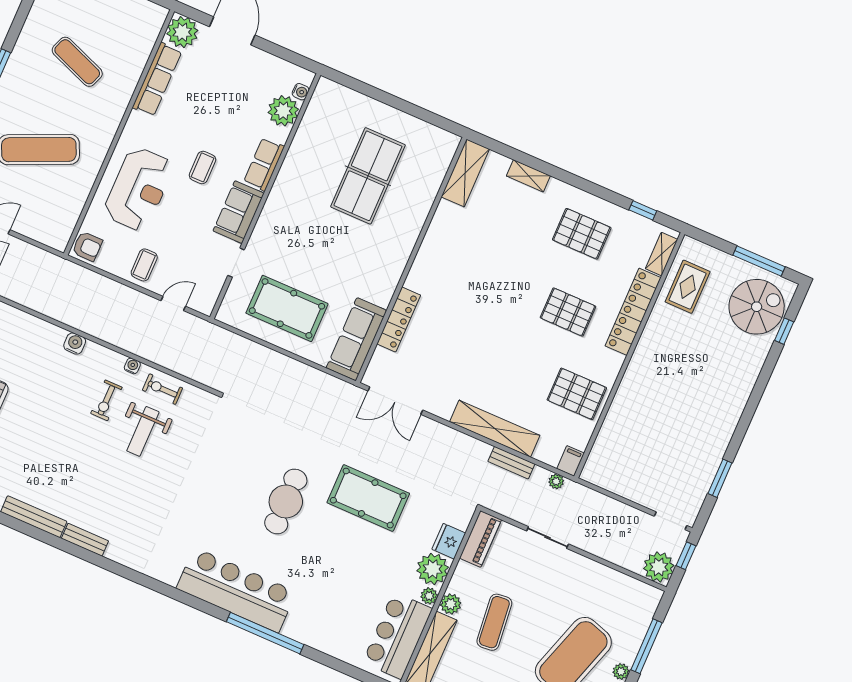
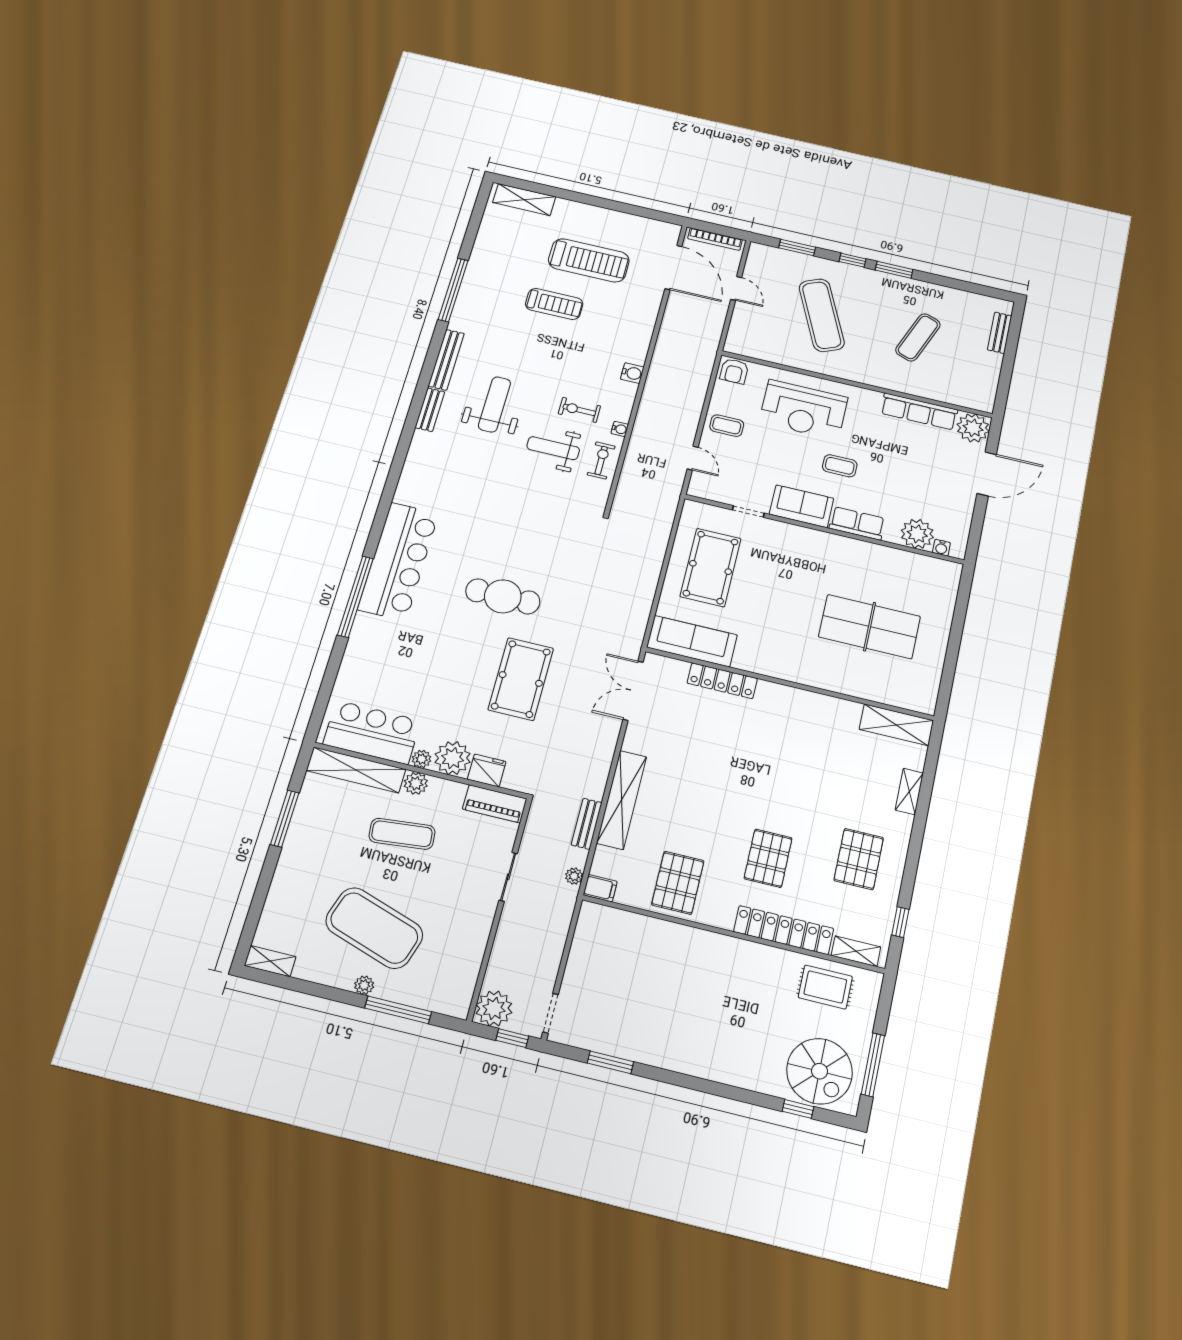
weight bench: (88, 479) -> (494, 404), added

